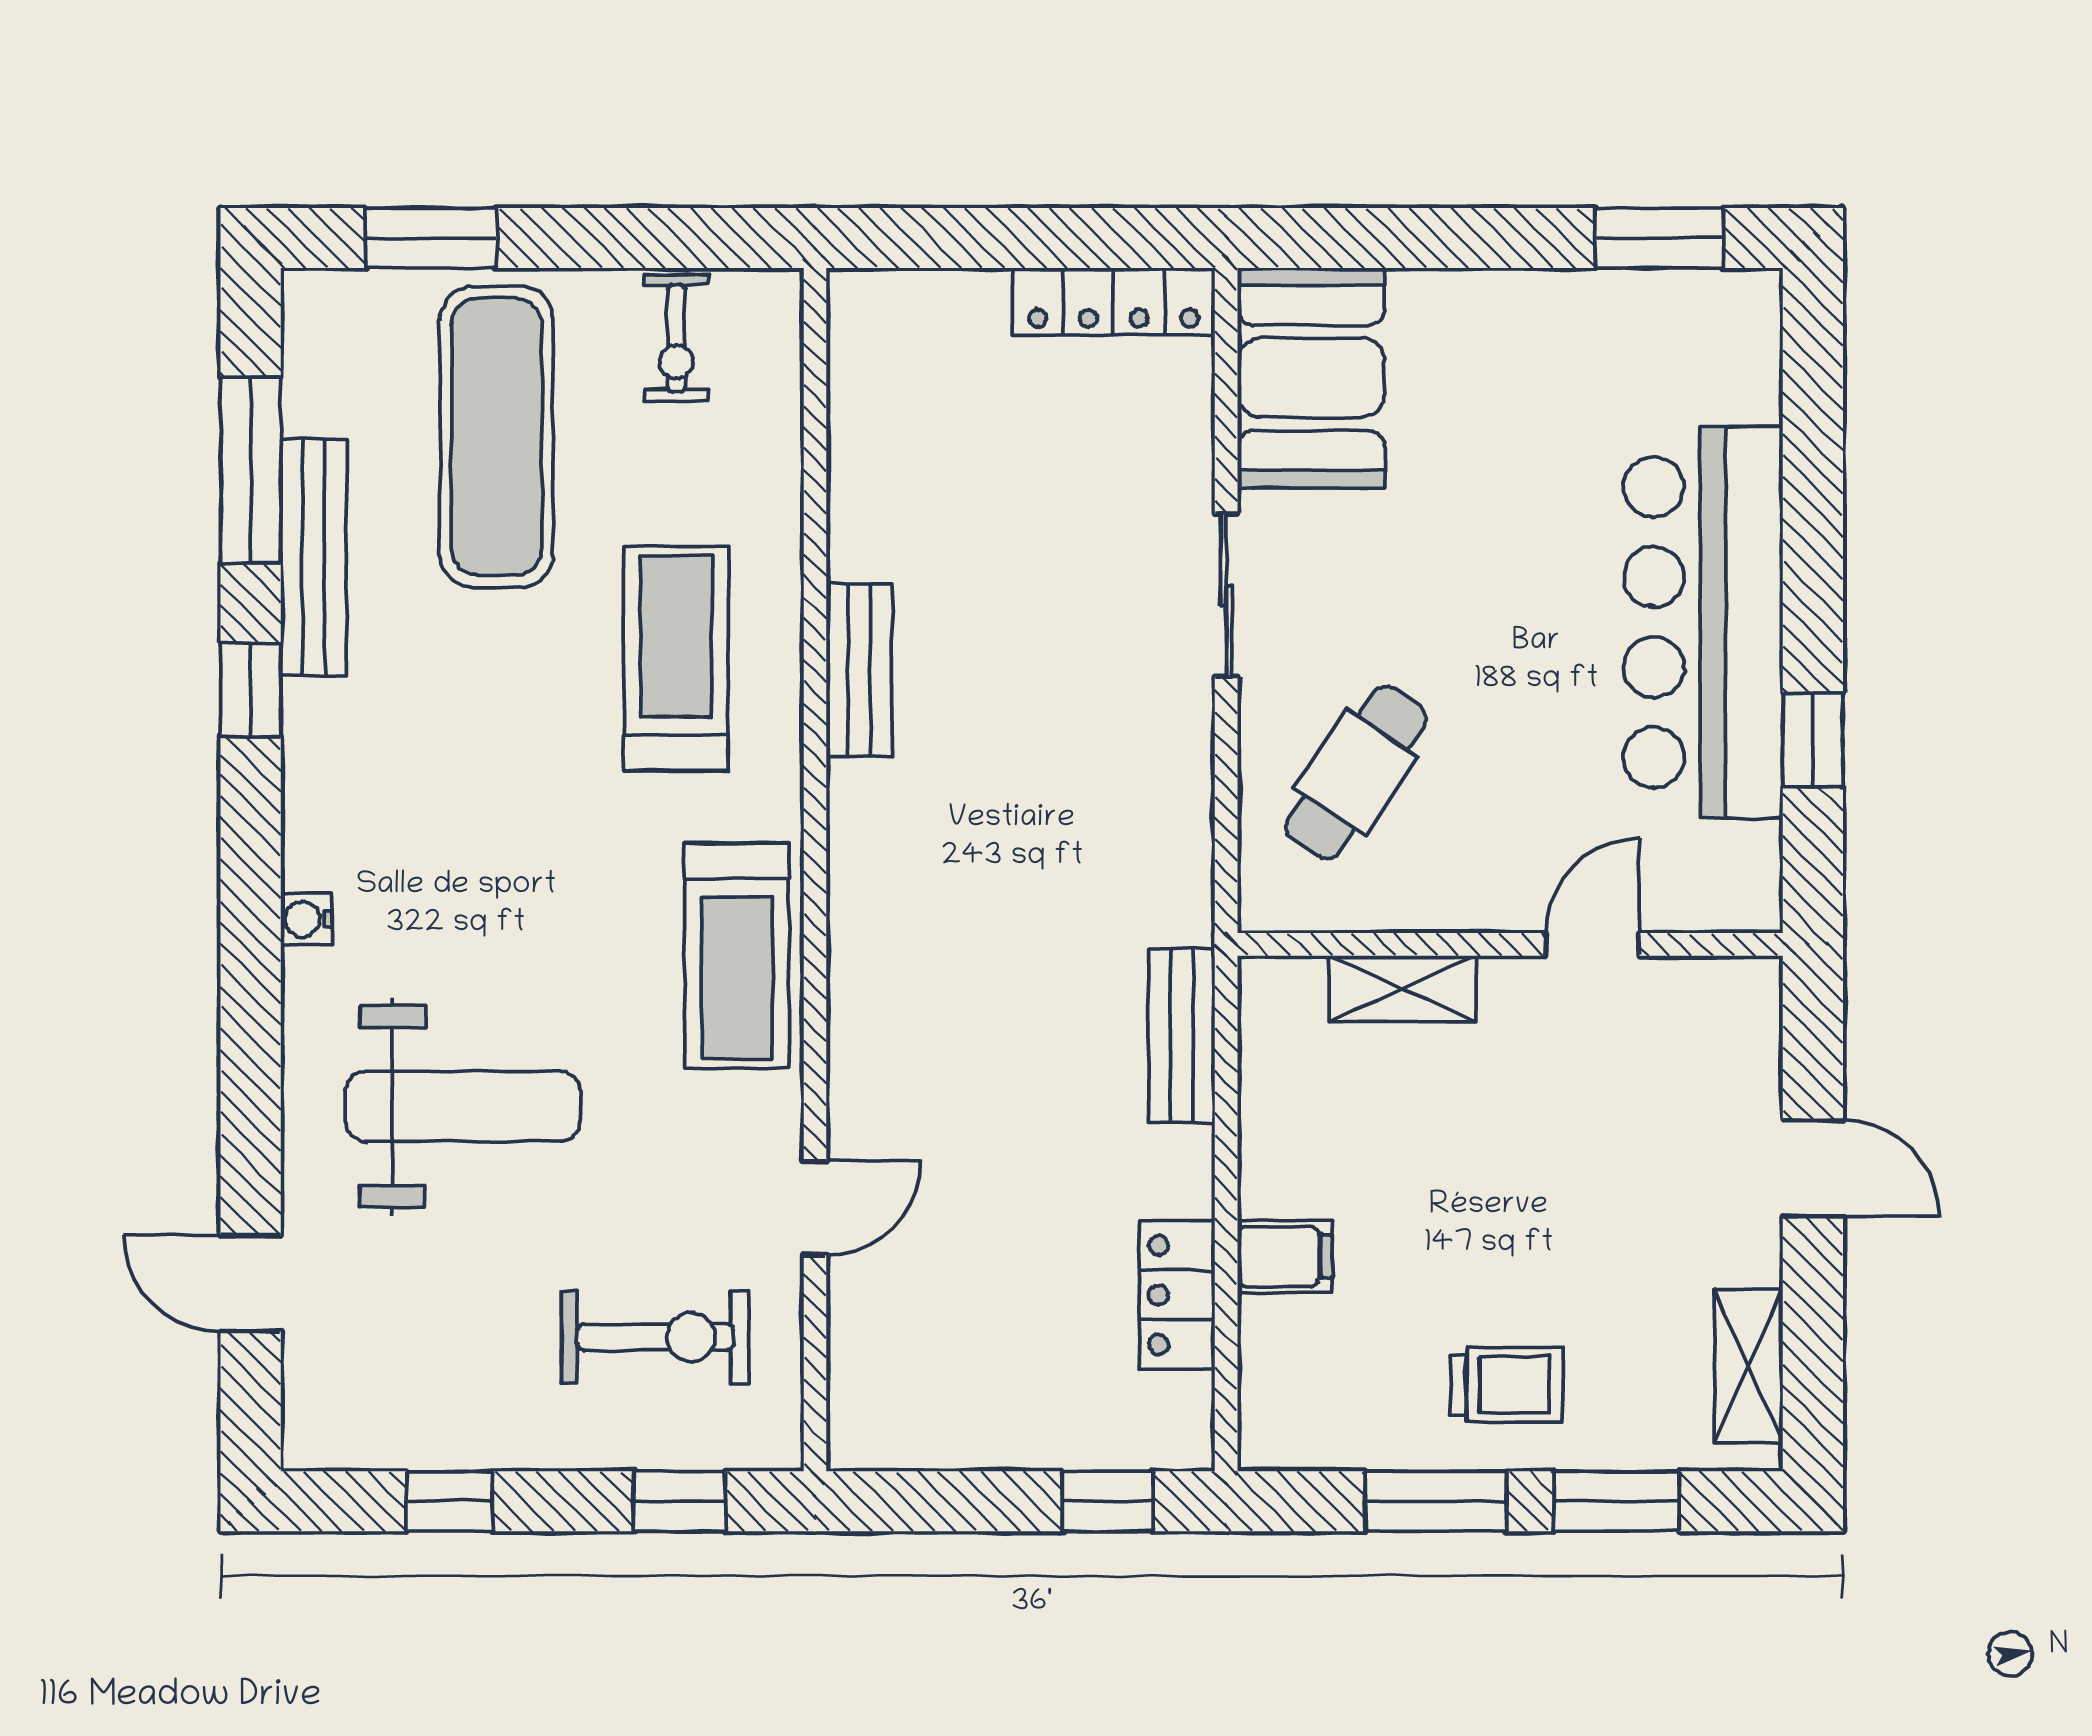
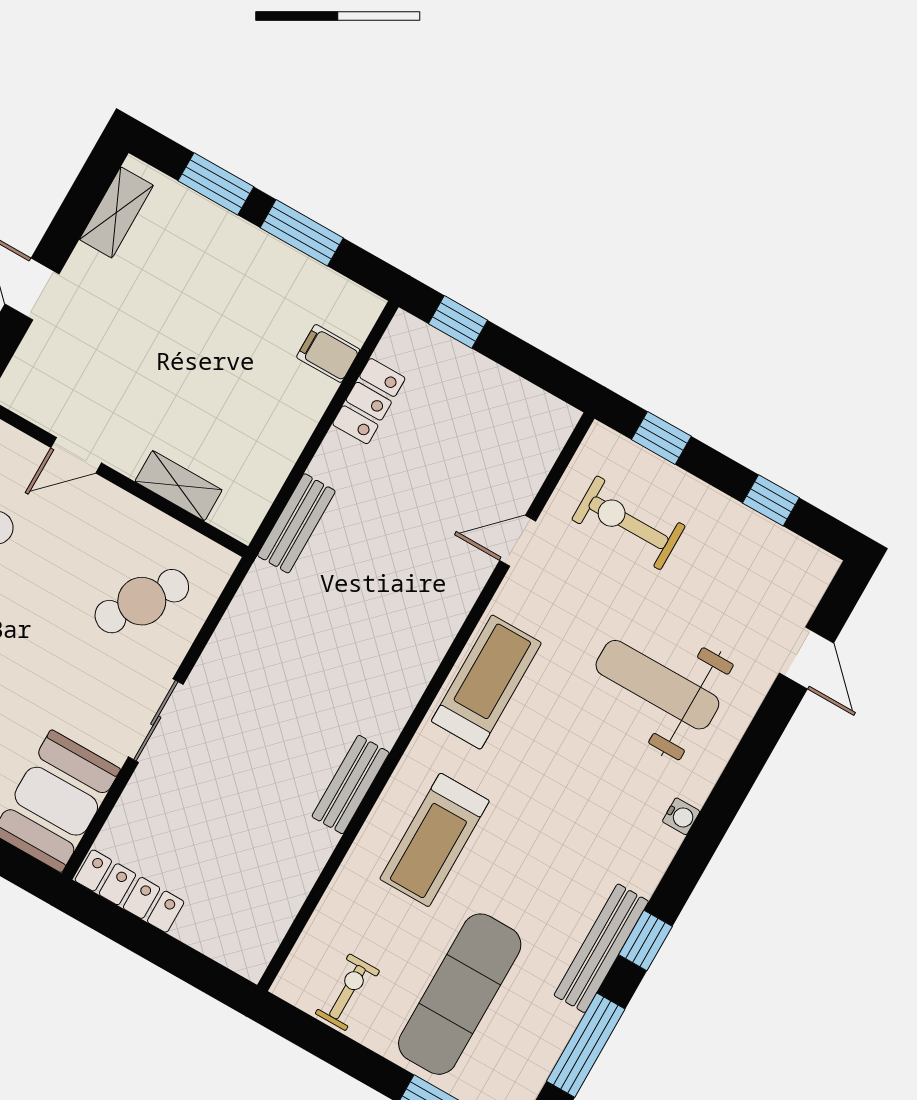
bench: (314, 557) -> (601, 948), moved
filing cabinet: (1285, 1257) -> (328, 353), moved
trolley: (1507, 1385) -> (236, 269), removed

